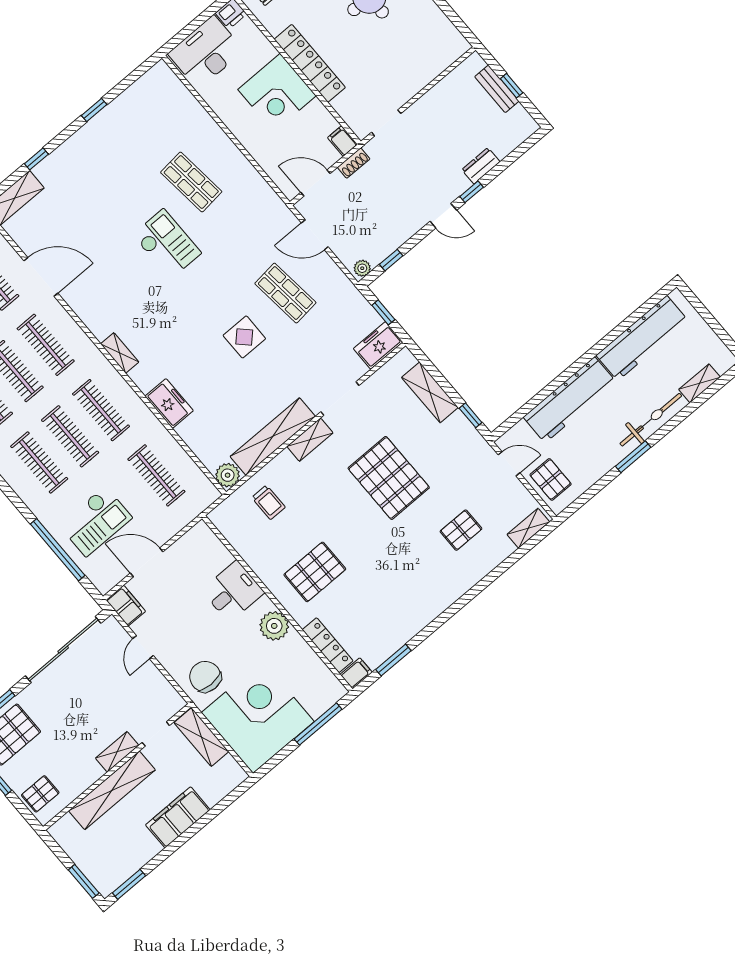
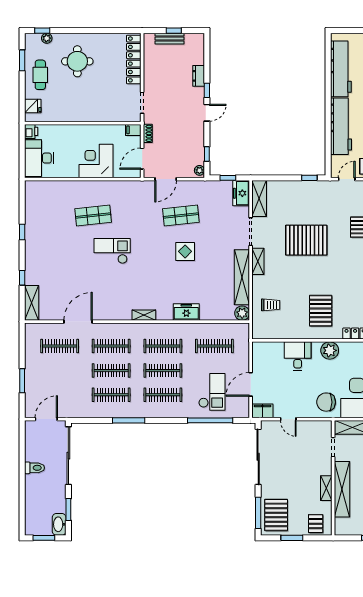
locker: (310, 63) -> (134, 59), moved, turned -90
corner desk: (277, 93) -> (96, 161), moved, turned 180
shelving: (430, 392) -> (259, 199), moved, turned 90
shelving: (117, 752) -> (326, 488), moved

